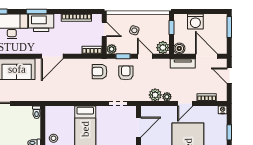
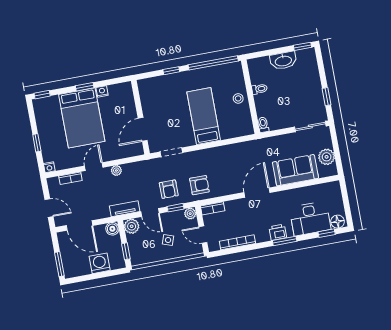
printer: (41, 23) -> (278, 232), width x0.53, depth x0.68
tv unit: (183, 63) -> (125, 209), moved
plant: (155, 95) -> (130, 170), removed

